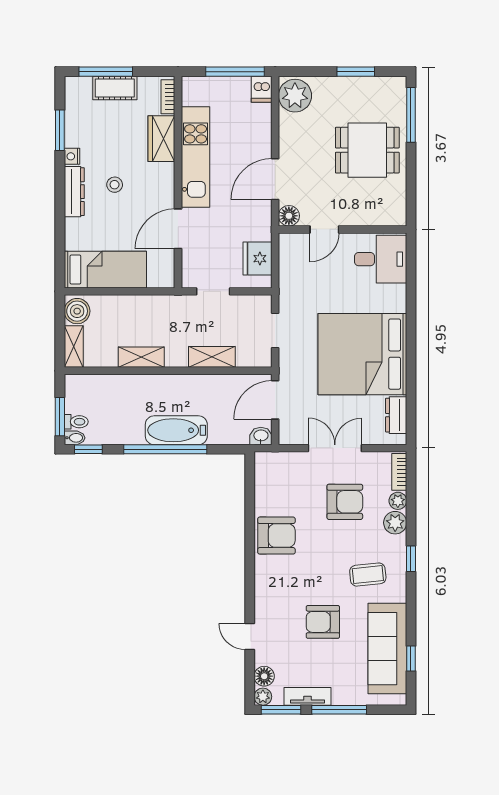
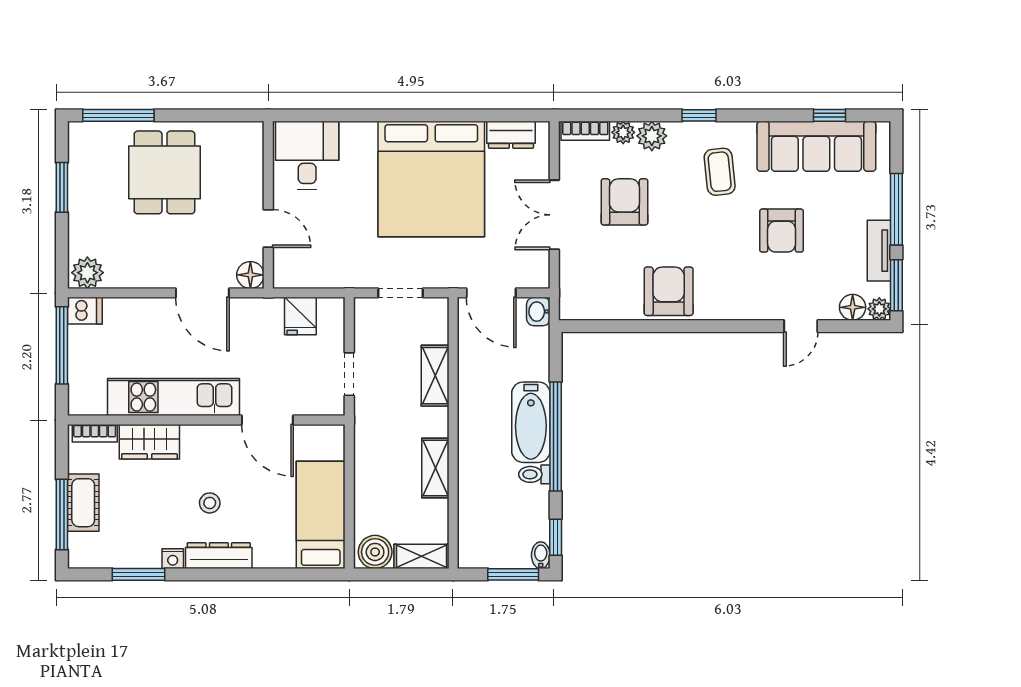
plant: (295, 96) -> (87, 273), width x0.73, depth x0.73
fridge: (258, 259) -> (300, 316), width x0.72
toilet: (76, 422) -> (534, 474), moved, turned -90

